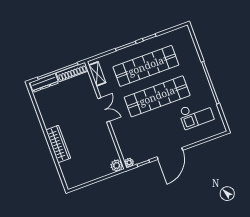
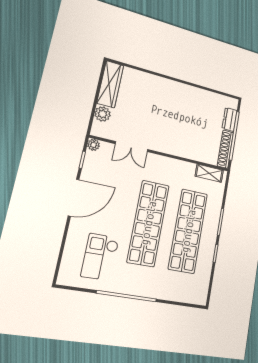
dresser: (44, 83) -> (230, 119), width x0.70
double door: (104, 110) -> (131, 147), moved
wardrobe: (58, 144) -> (110, 84), moved, turned -90
door: (170, 154) -> (74, 198), swing flipped
plant: (117, 166) -> (103, 114), moved

